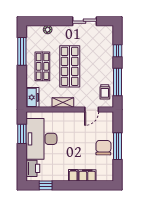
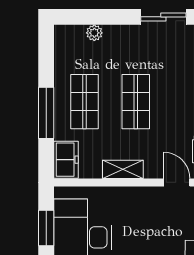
window: (22, 51) -> (46, 113), moved
shop shelf: (70, 66) -> (136, 102), width x0.70, depth x0.74
door: (92, 109) -> (177, 182), swing flipped

